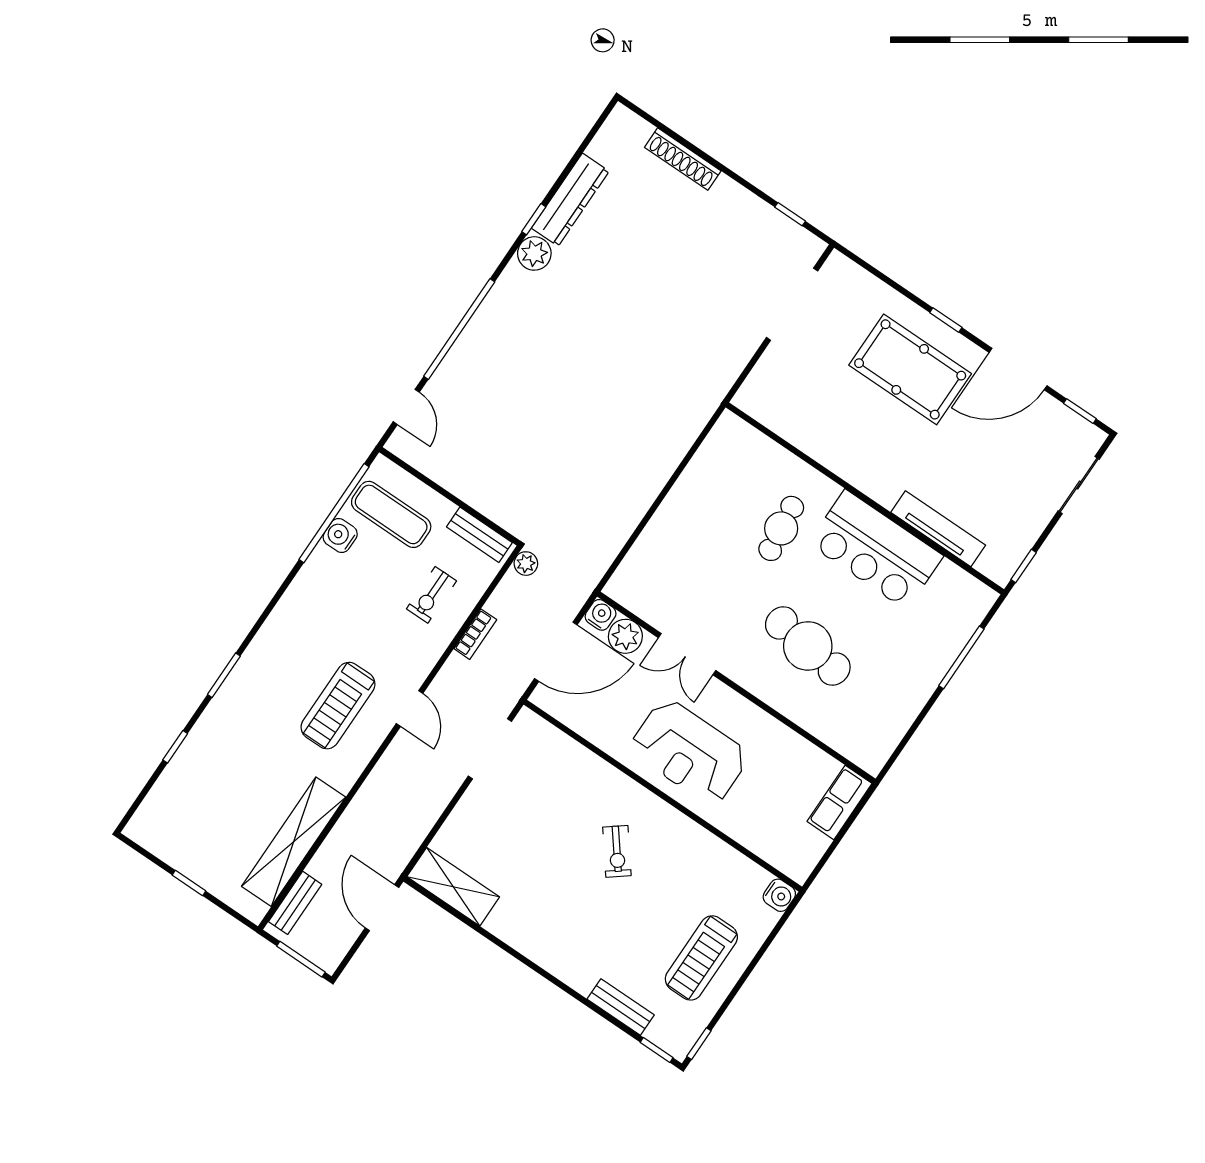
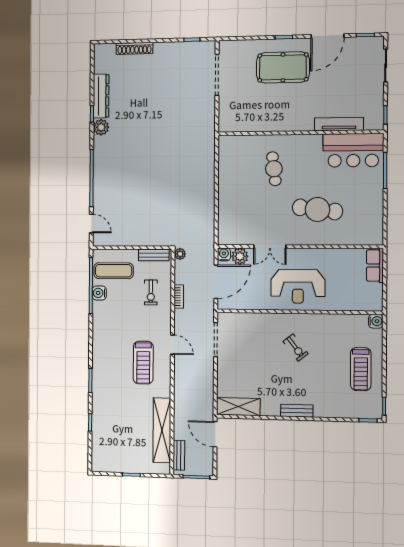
bar counter: (876, 550) -> (353, 150), moved
bench: (621, 1007) -> (297, 411), moved

